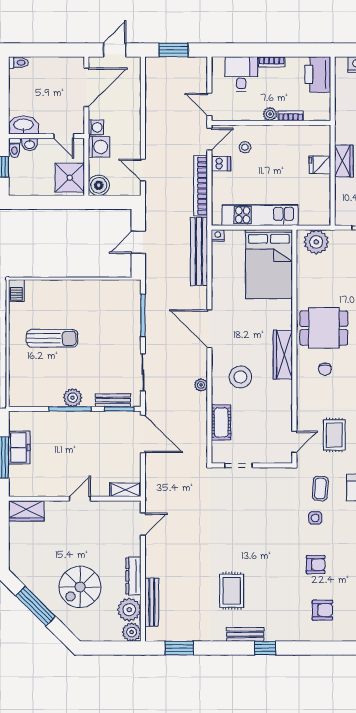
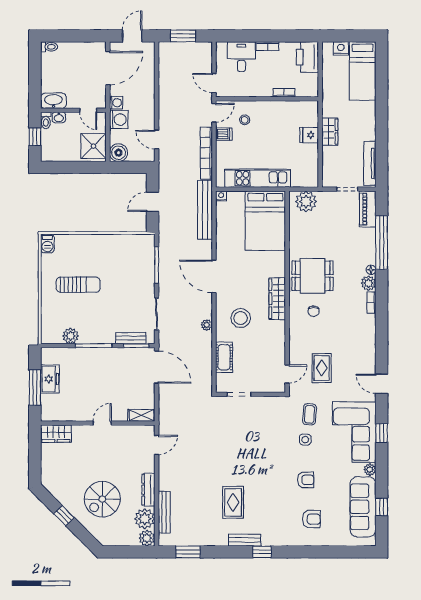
plant: (270, 114) -> (266, 91), removed
plant: (73, 398) -> (71, 336), moved
window: (36, 606) -> (64, 516), width x0.46

